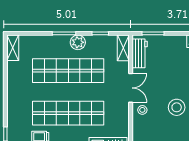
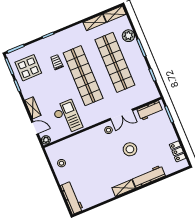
plant: (78, 42) -> (128, 36), moved
shelving: (123, 48) -> (94, 22), moved
stool: (177, 107) -> (130, 149), moved

